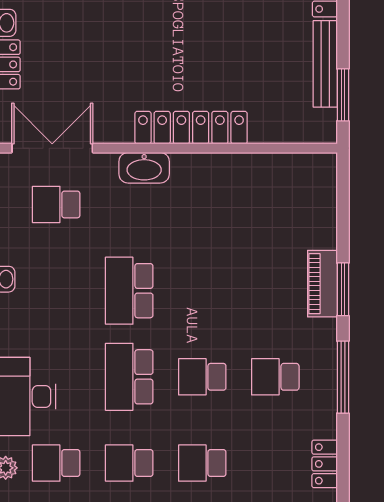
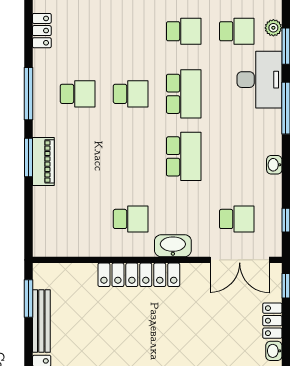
school desk: (202, 463) -> (131, 219), moved

